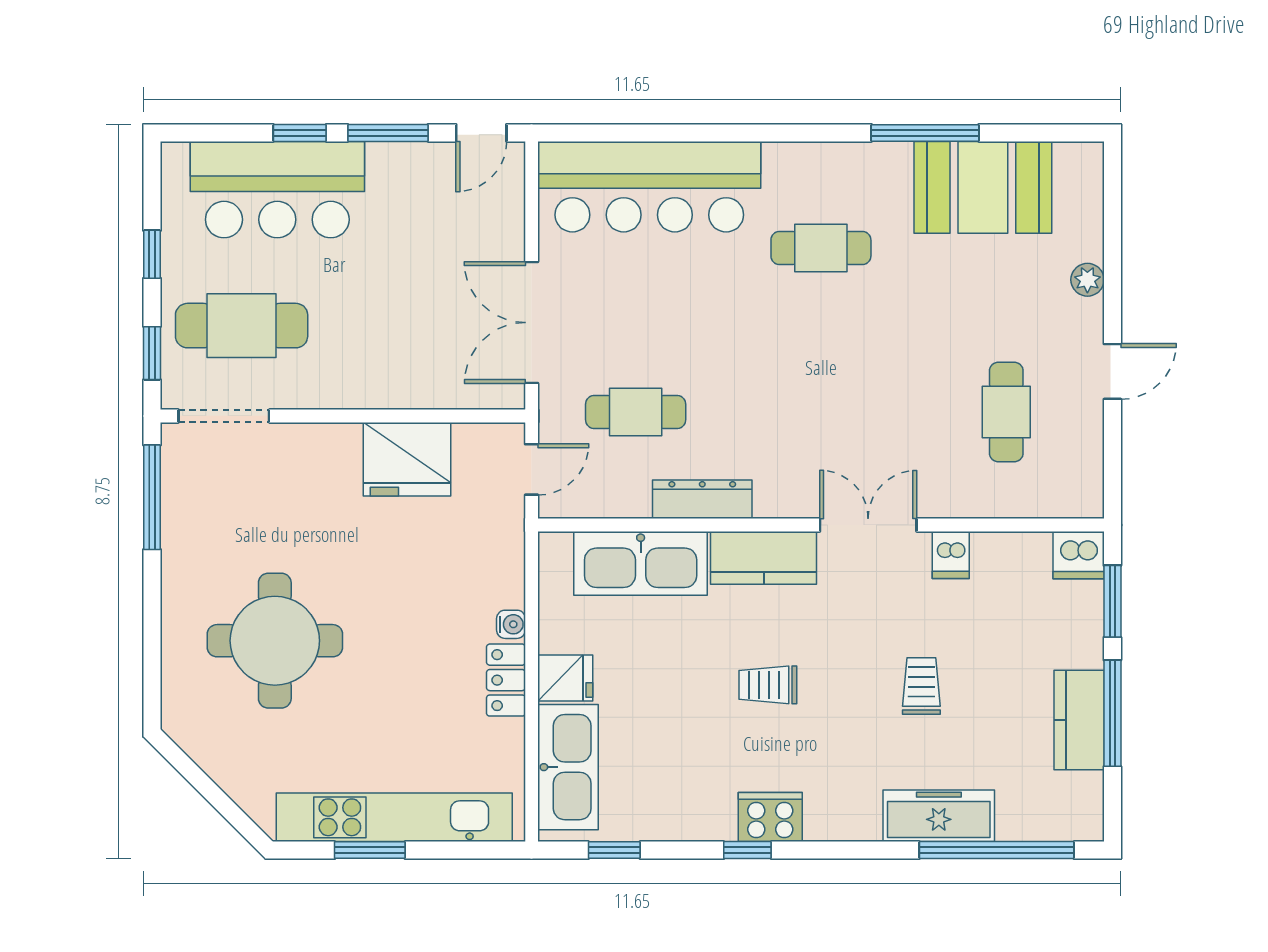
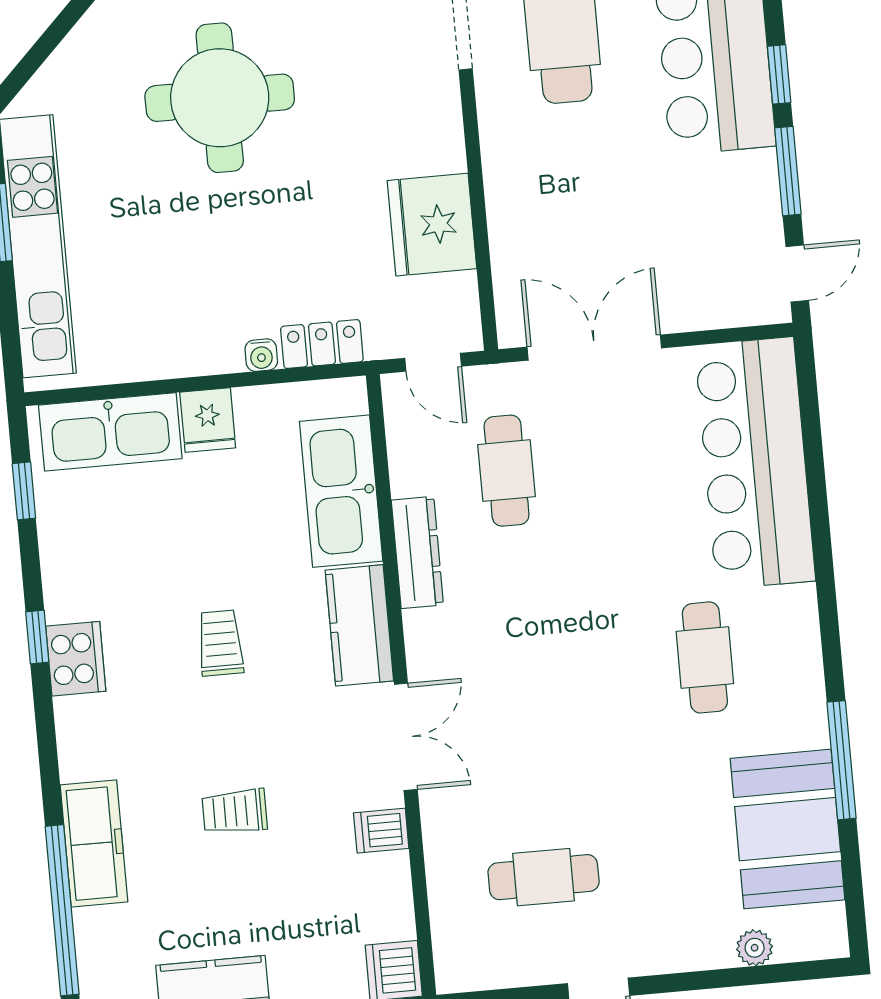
door: (481, 133) -> (797, 273), swing flipped
plant: (1087, 280) -> (755, 948), moved
locker: (506, 680) -> (322, 344), moved
trolley: (921, 686) -> (235, 811), turned 180

